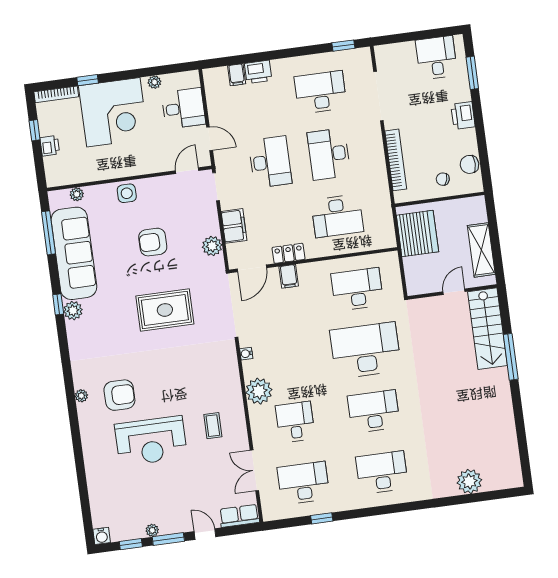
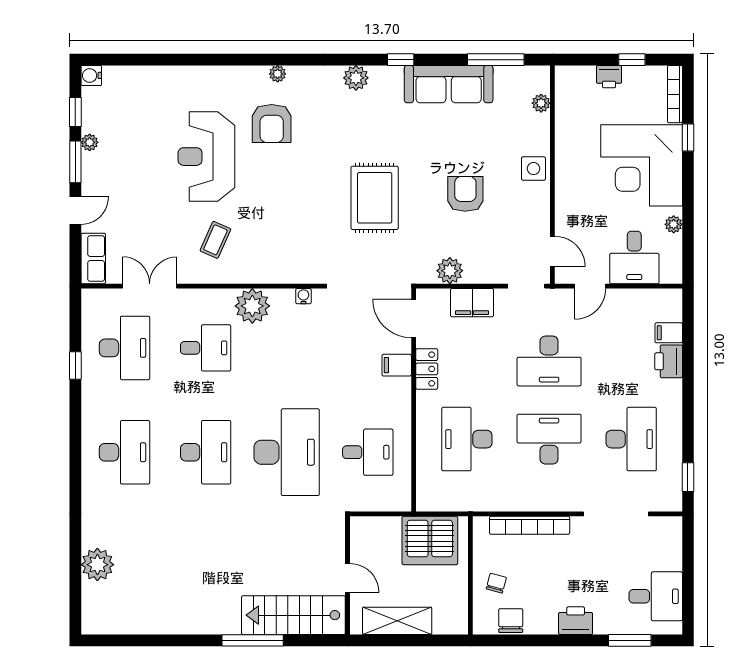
sofa: (74, 253) -> (449, 84), width x0.74, depth x0.79
desk: (357, 289) -> (368, 452), width x0.73
plant: (73, 311) -> (356, 78), moved
coffee table: (213, 426) -> (215, 240), turned -66

